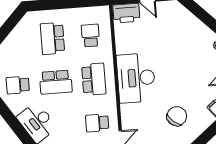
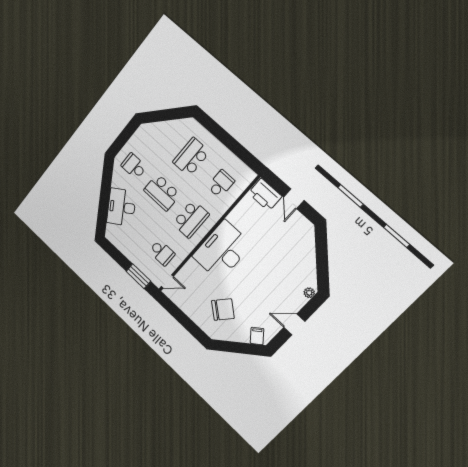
school desk: (97, 123) -> (162, 253), turned 180

